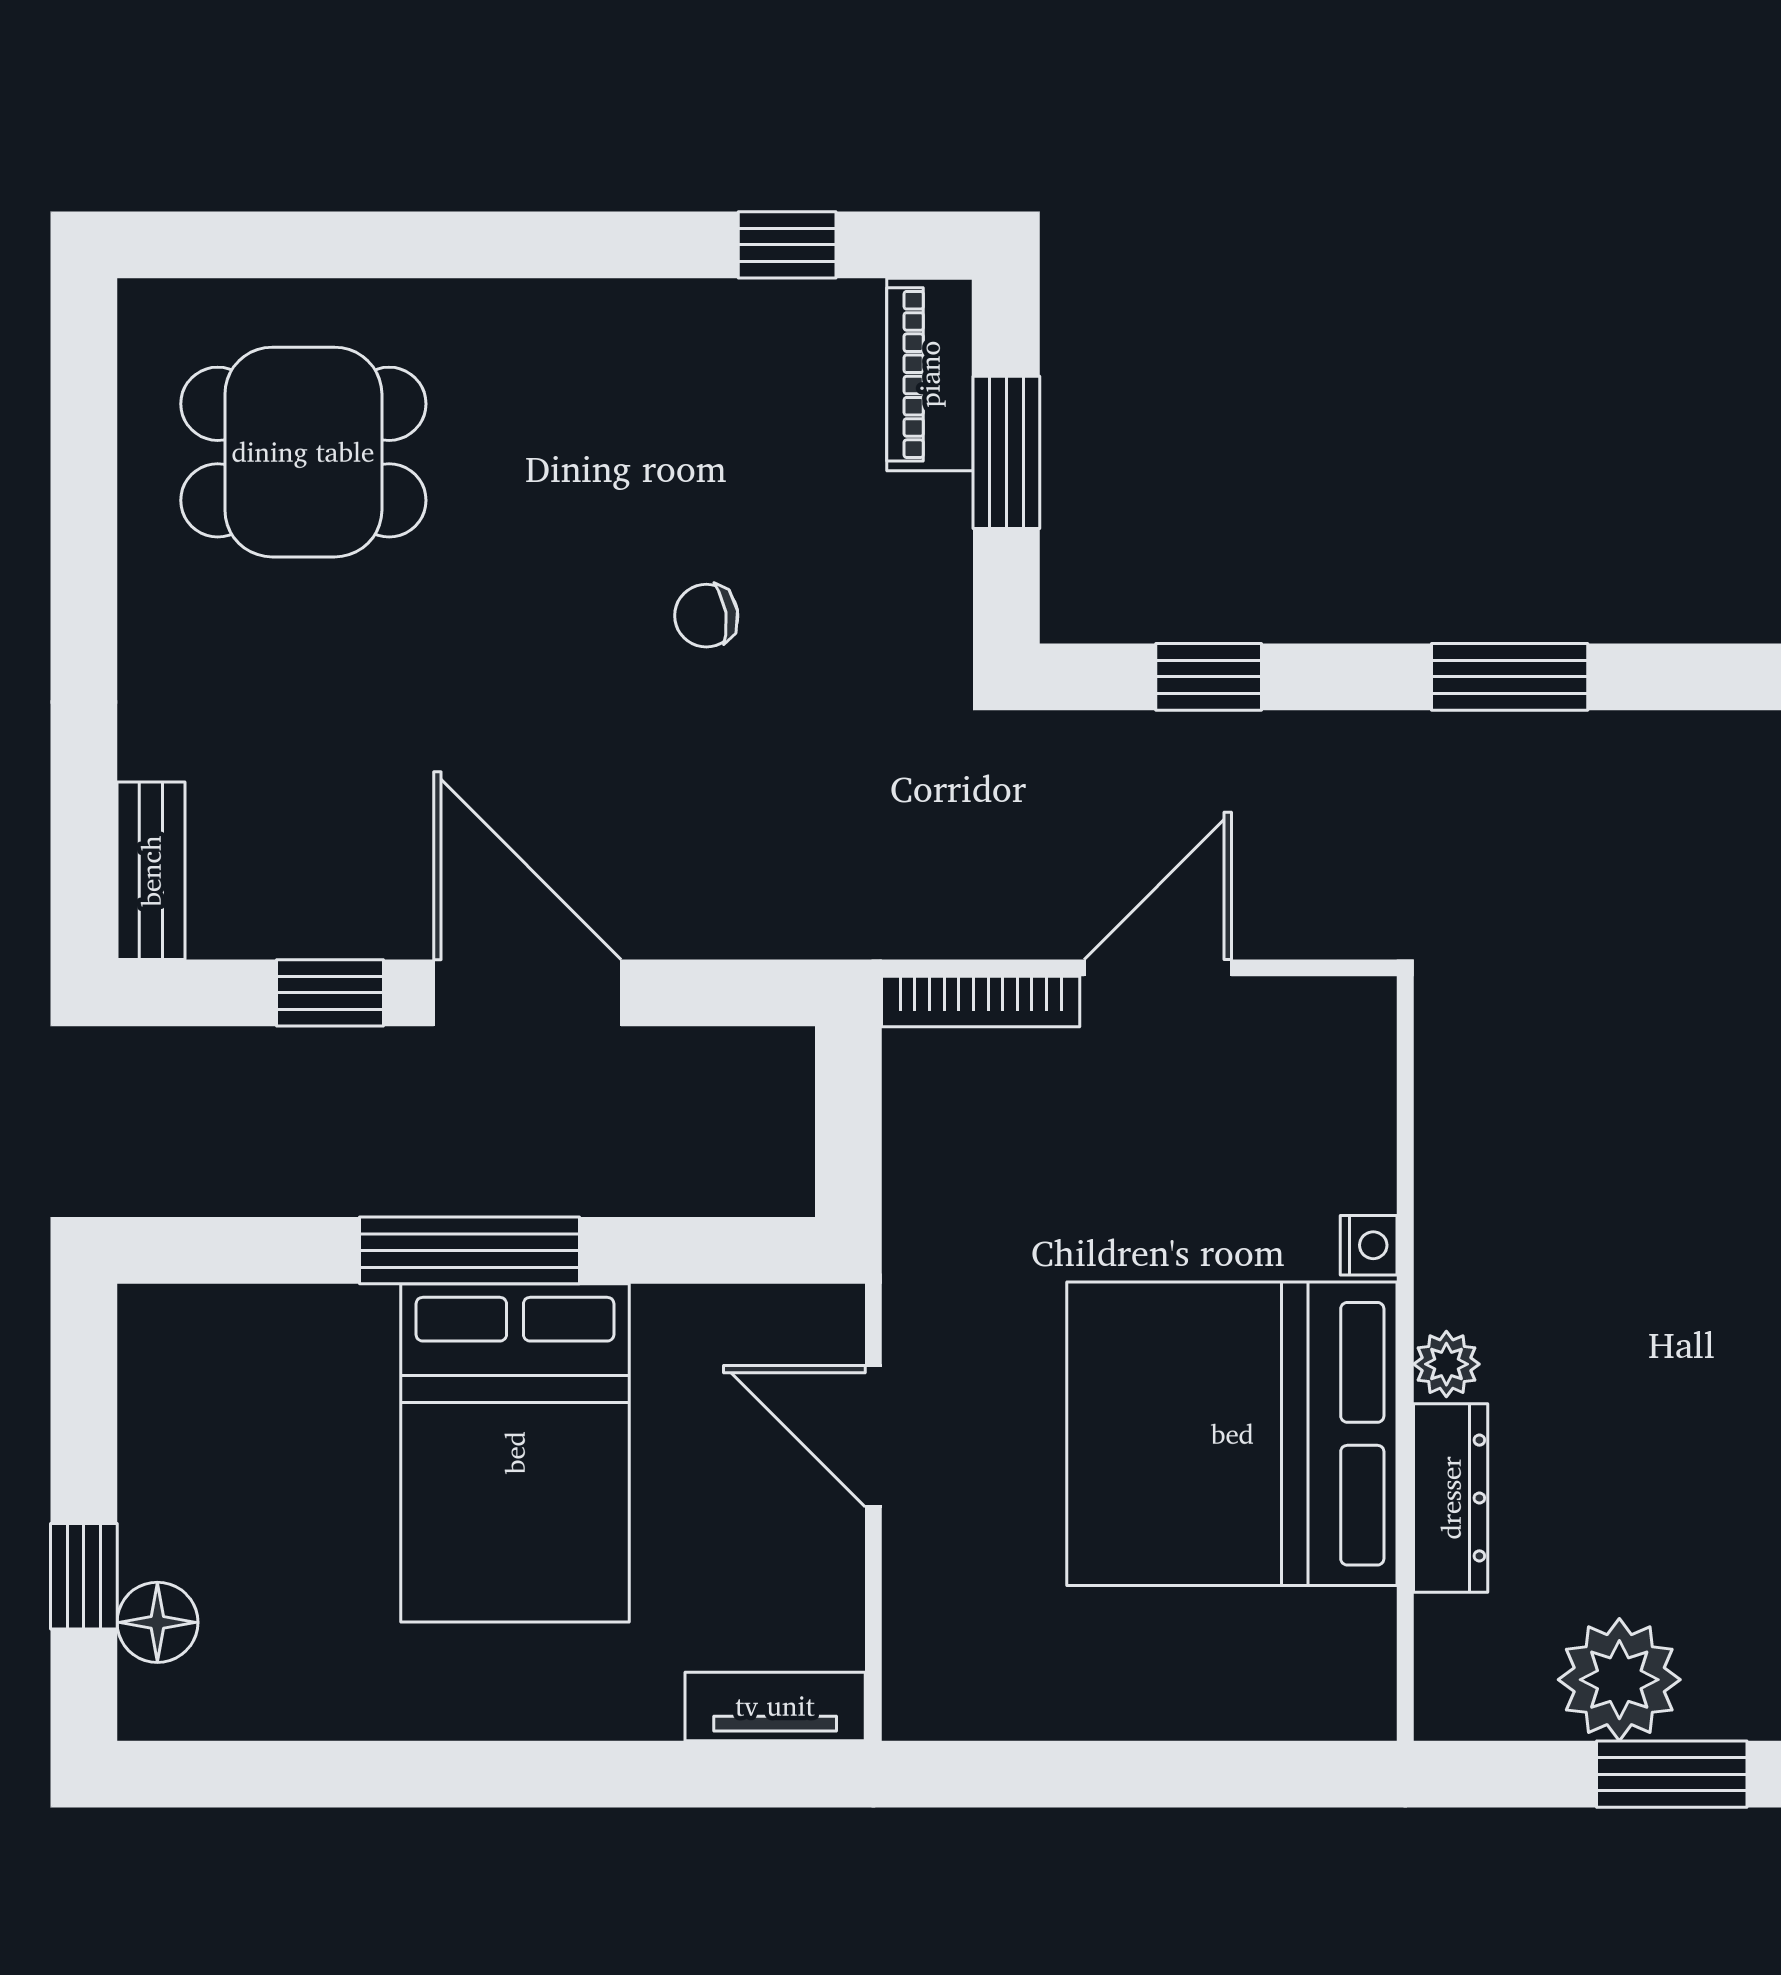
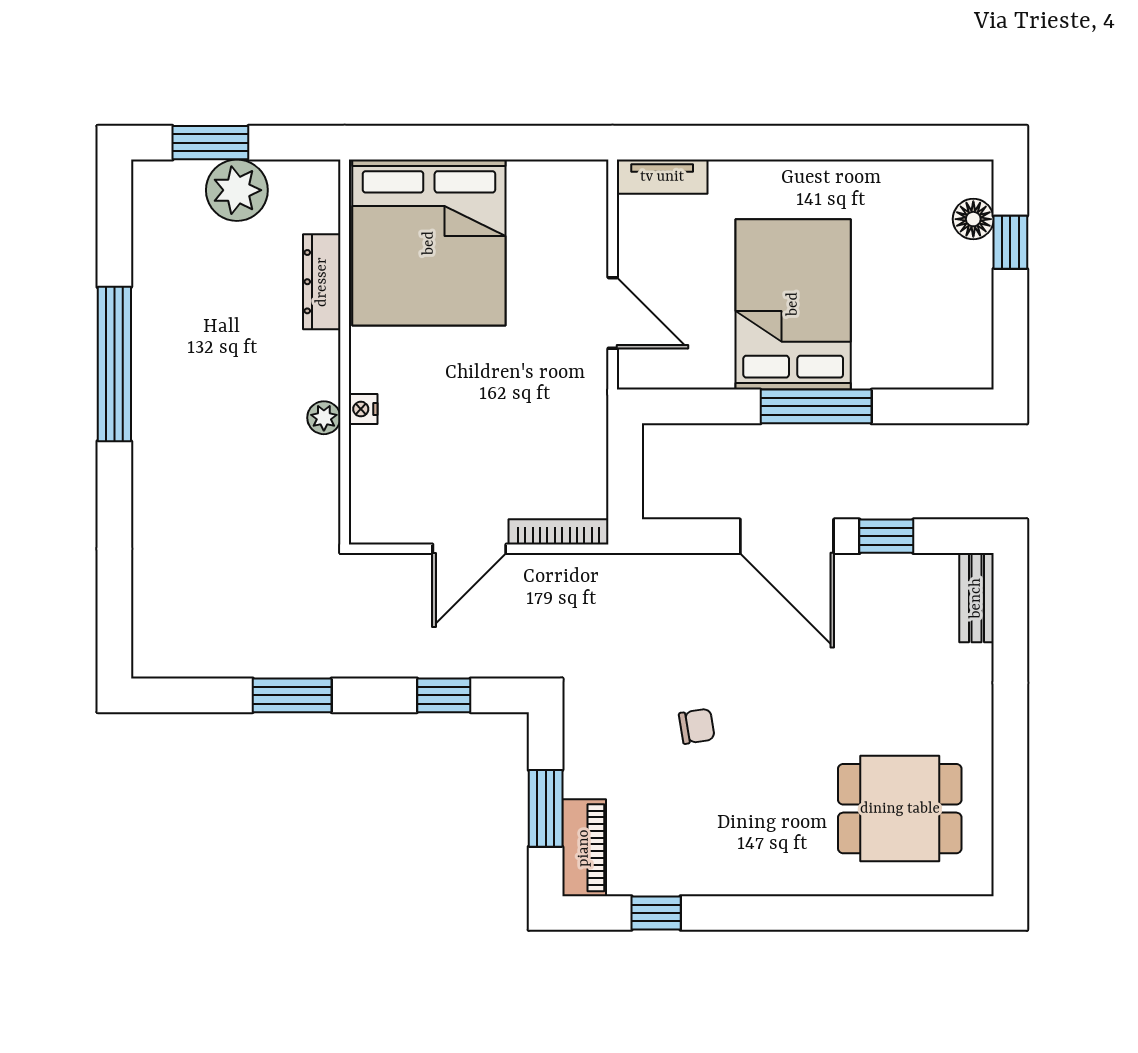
plant: (1446, 1364) -> (324, 418), moved
bed: (1232, 1434) -> (429, 243), moved, turned 90

